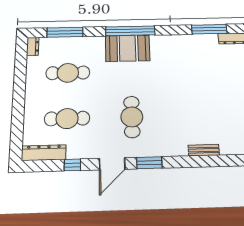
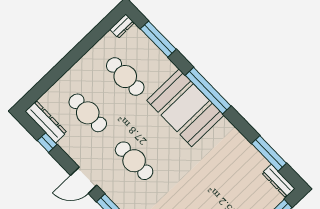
booth: (128, 48) -> (185, 108), width x1.36, depth x1.42
cafe table: (132, 117) -> (134, 161), turned 90
window: (72, 165) -> (47, 143), moved

